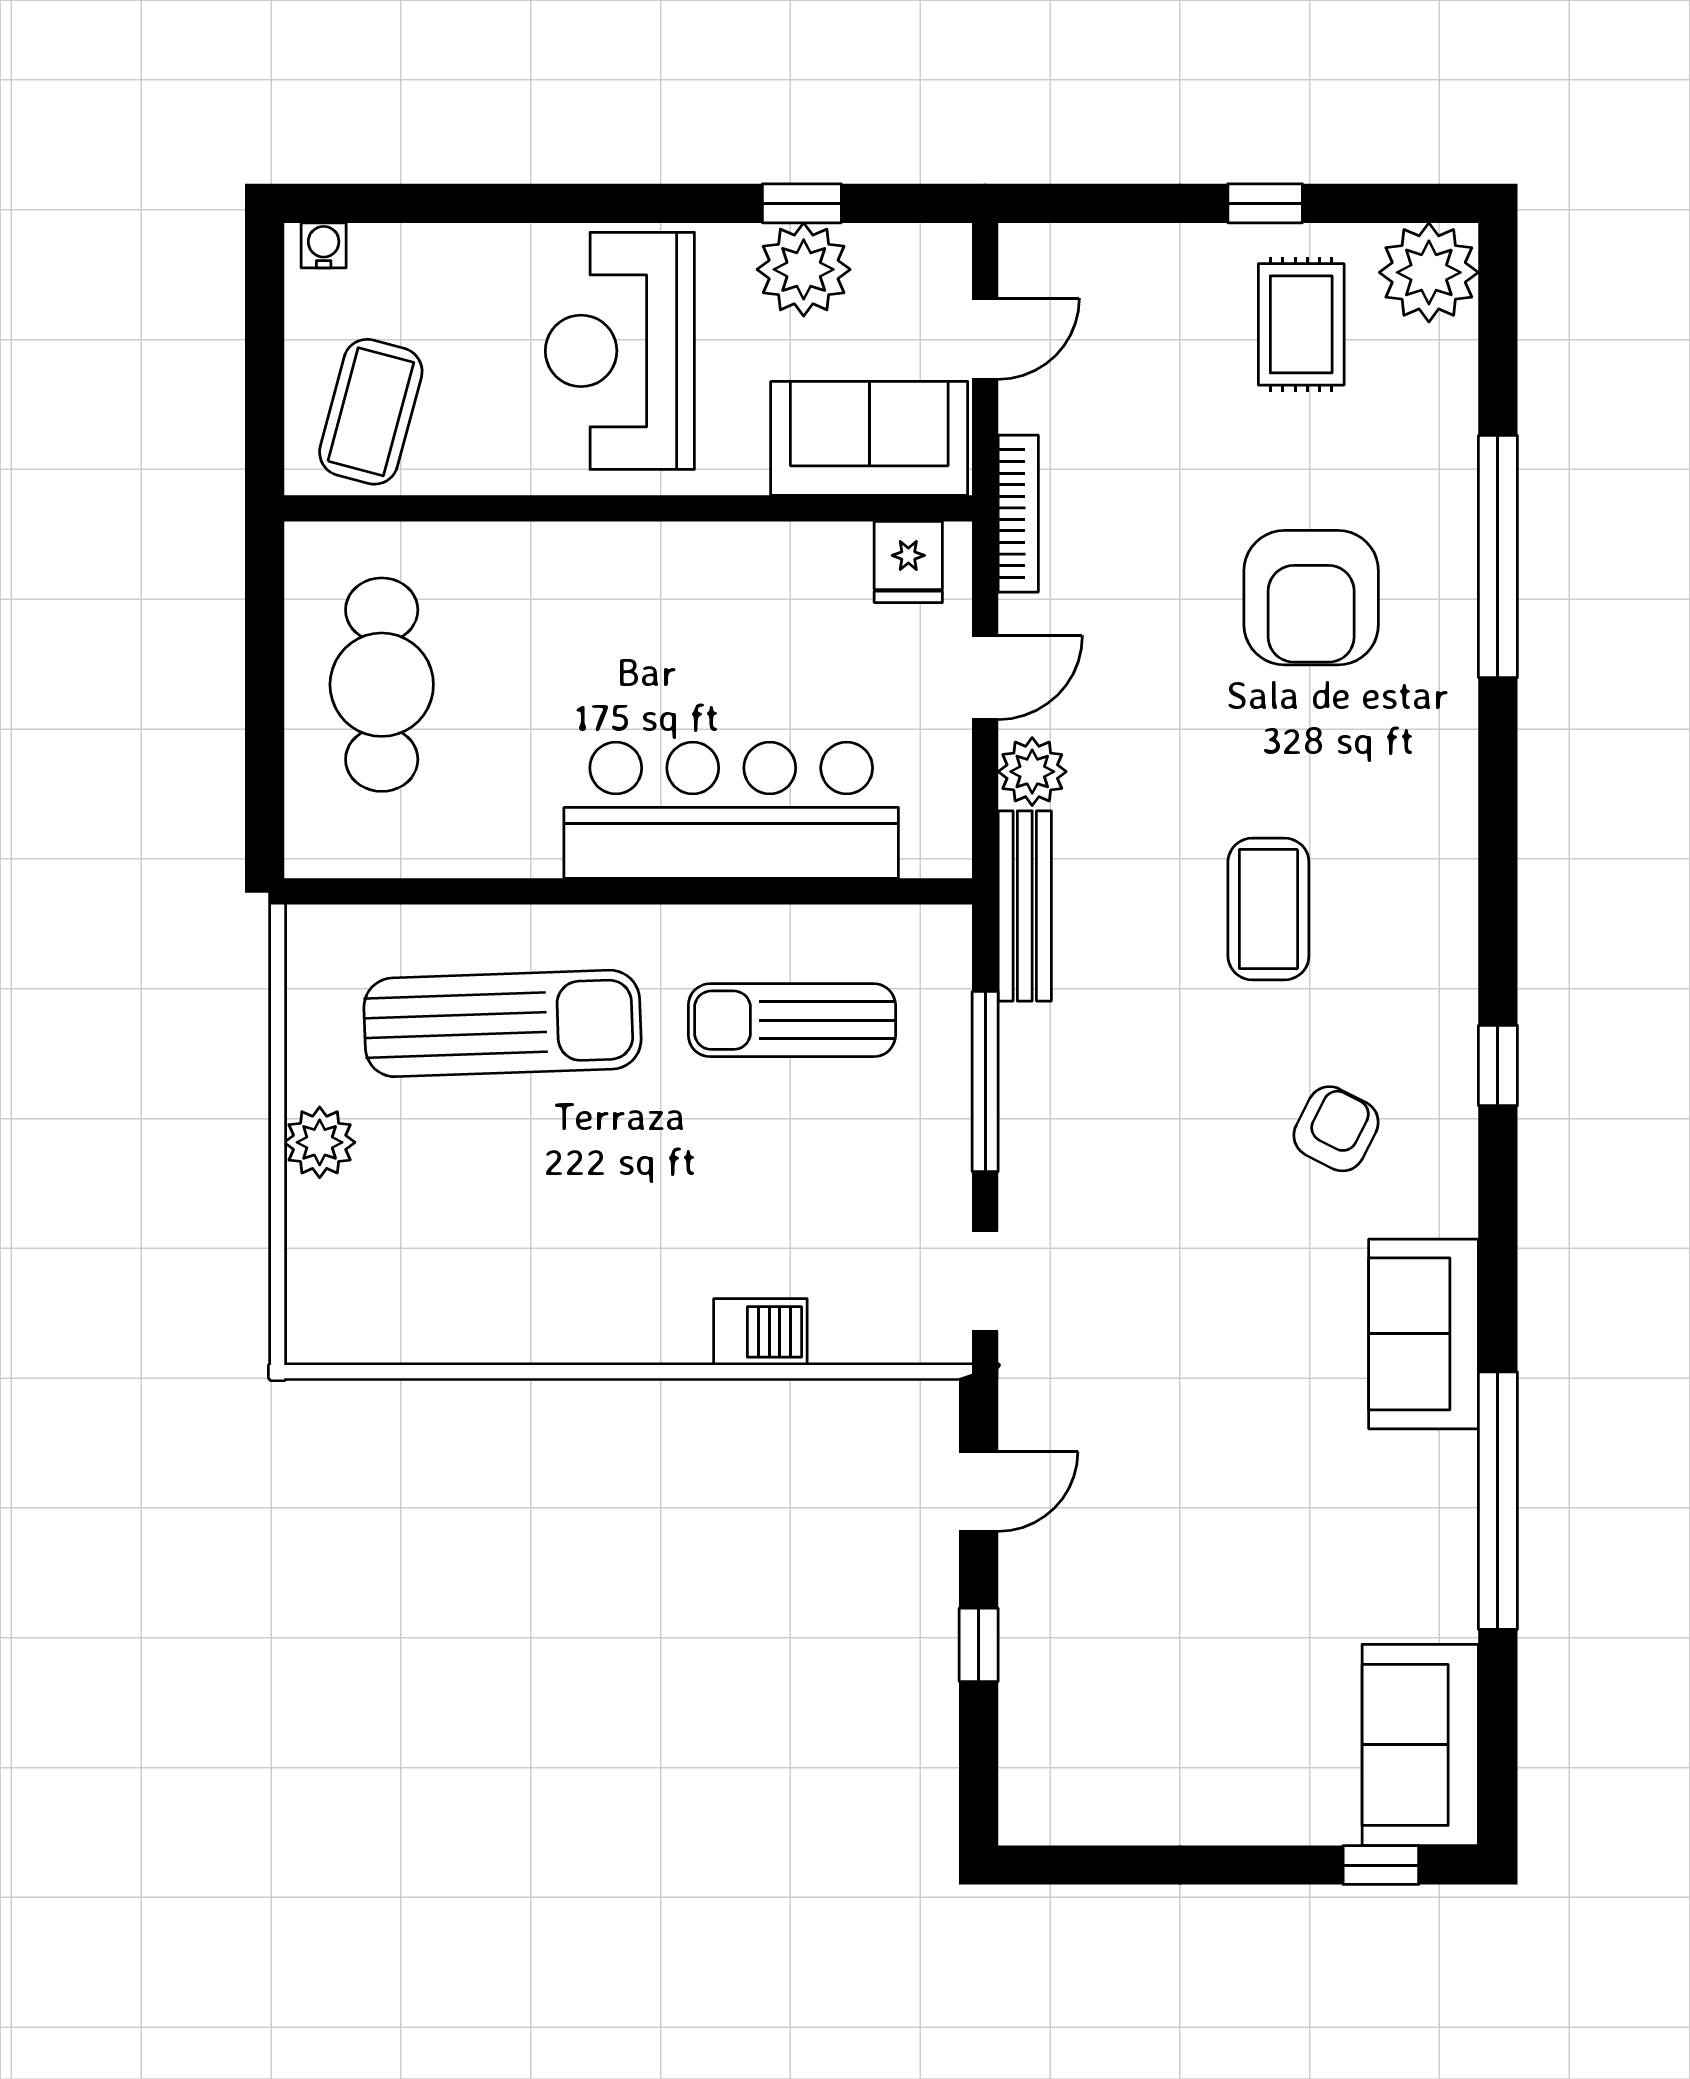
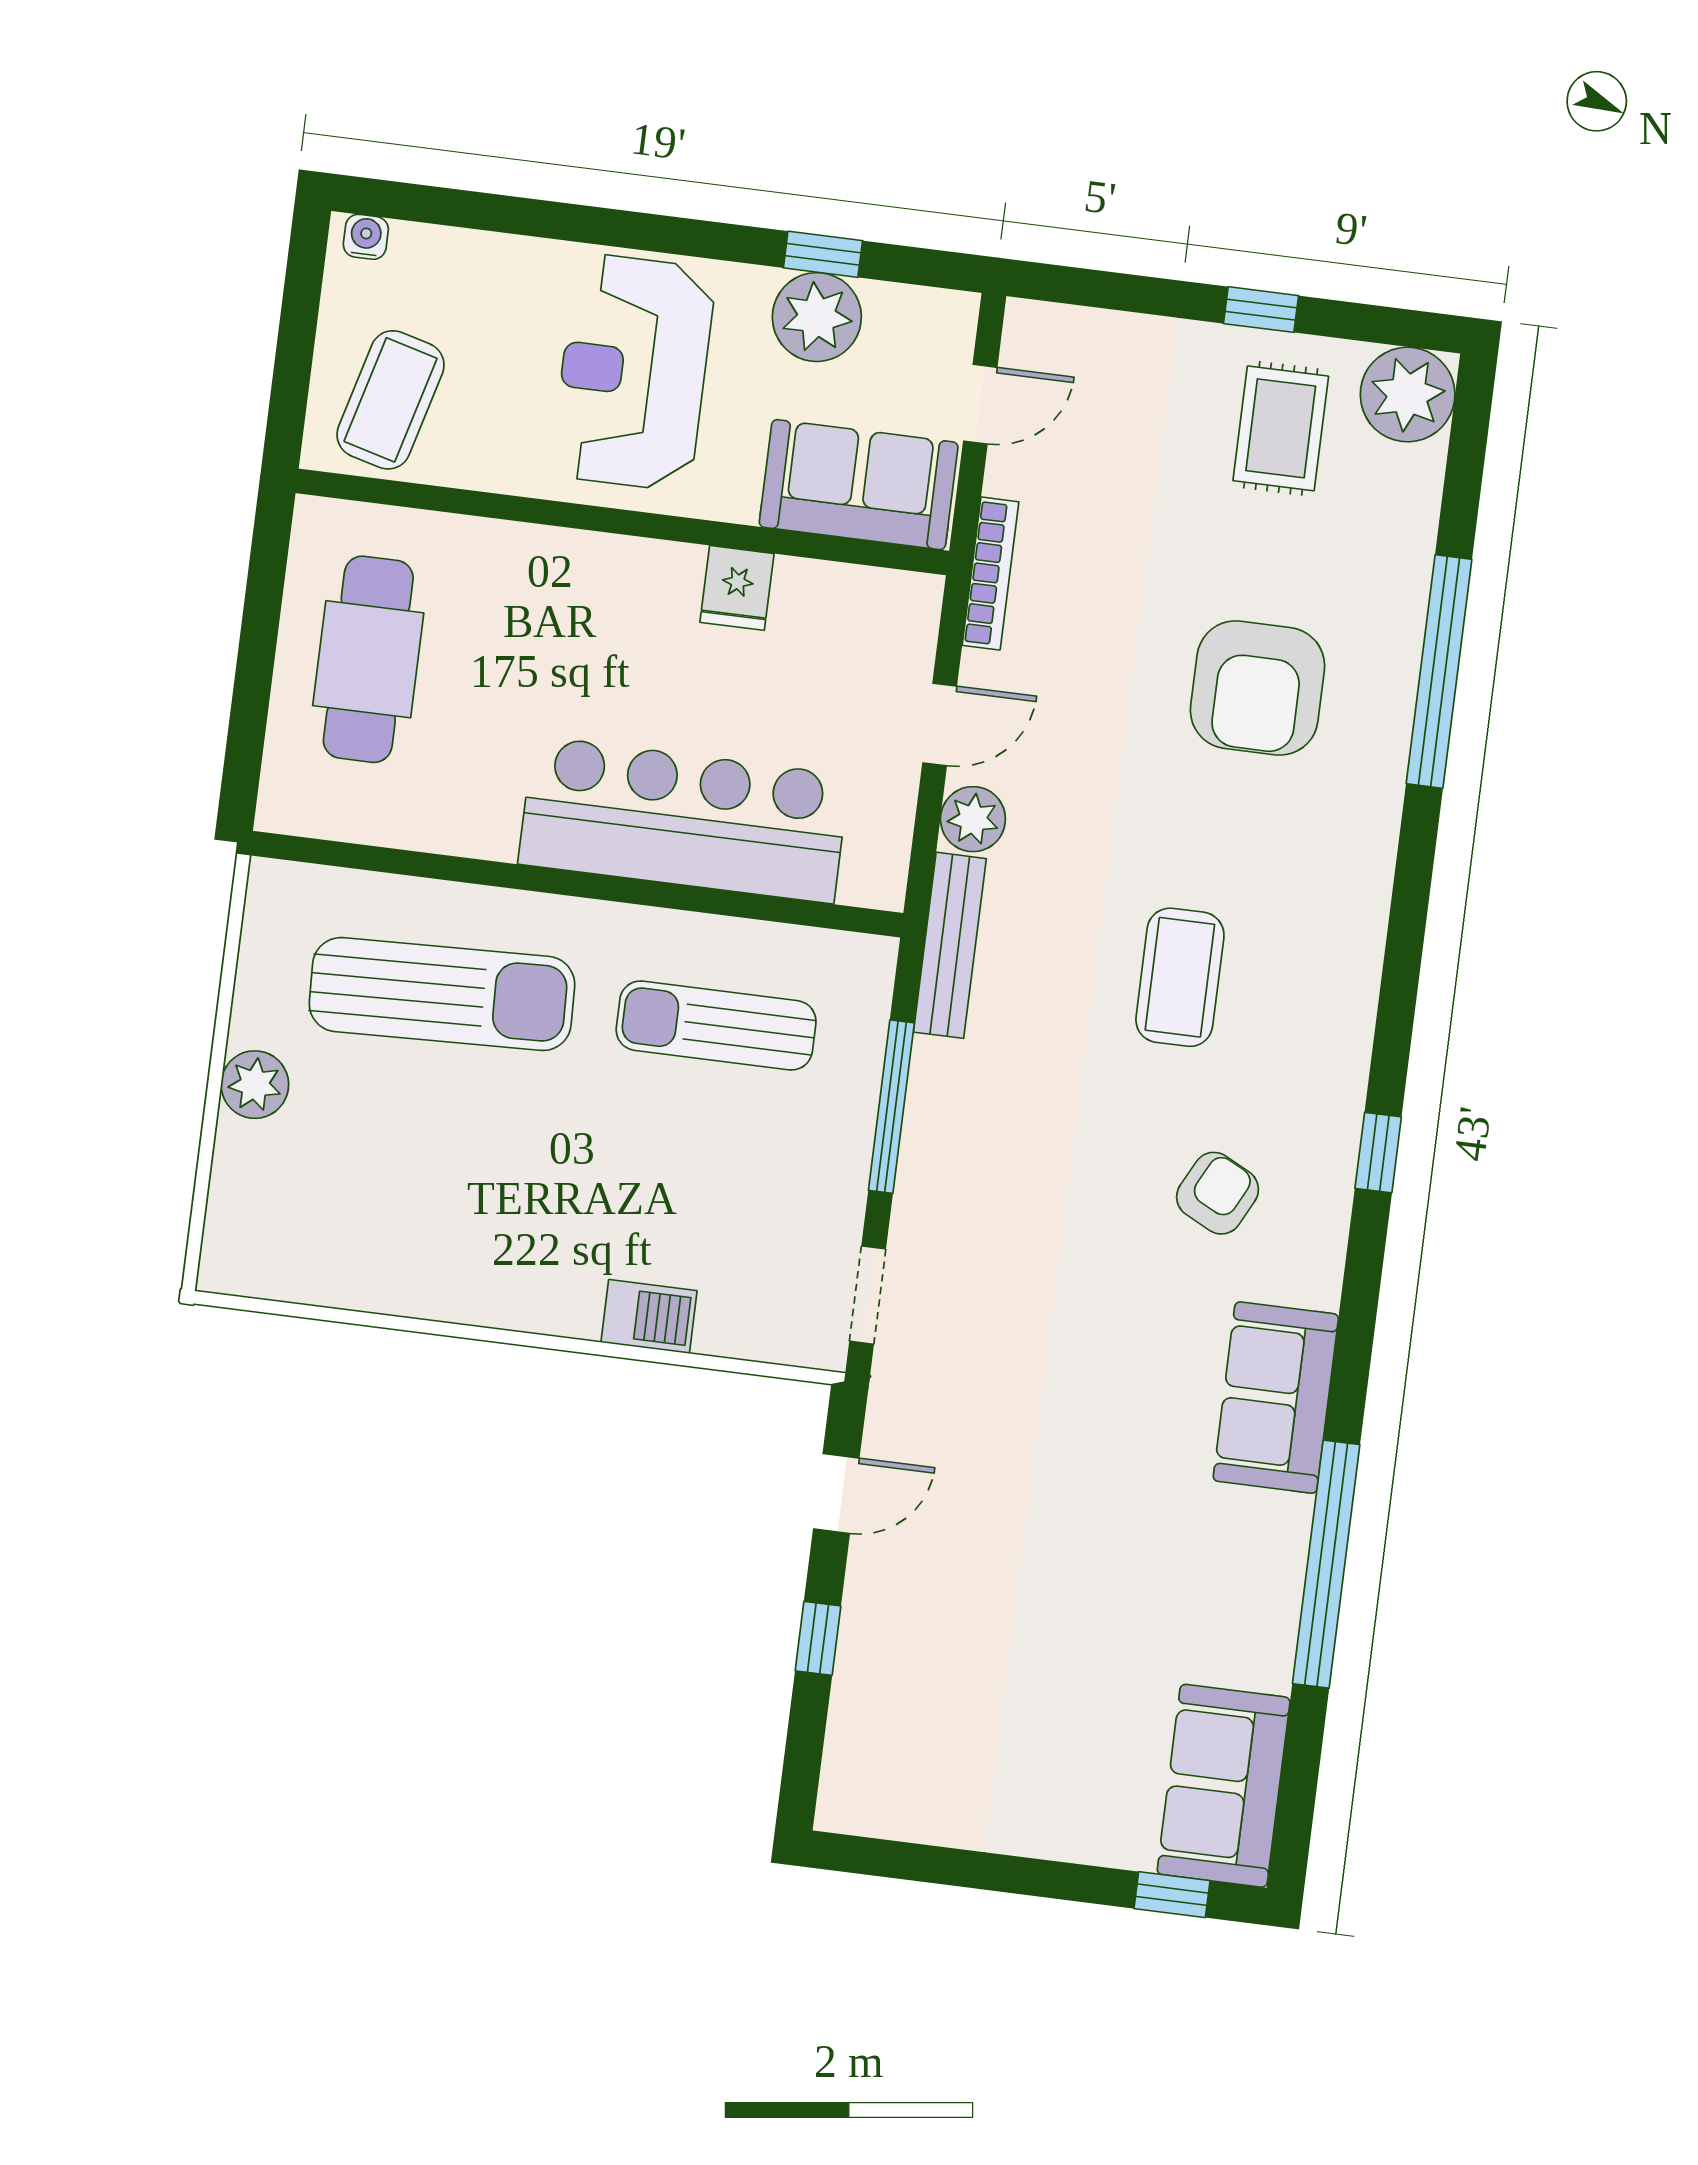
fridge: (908, 562) -> (737, 588), moved

